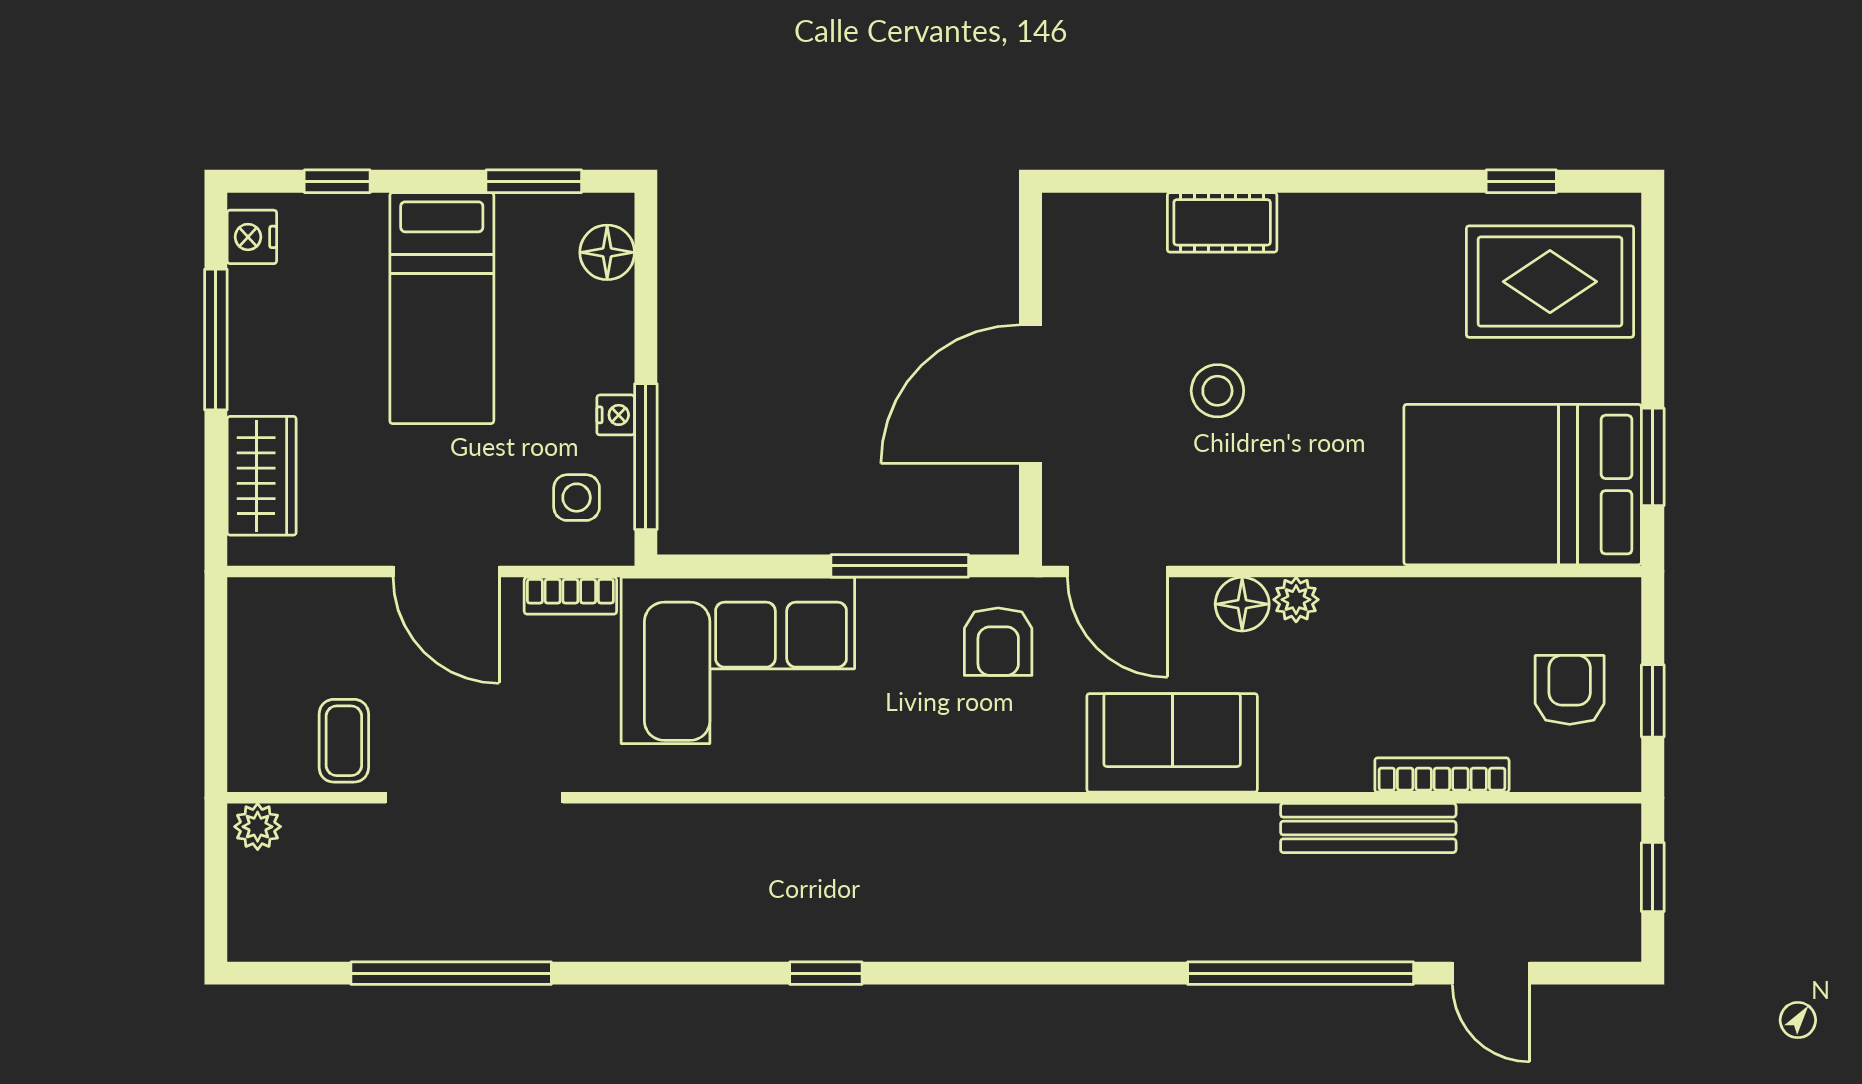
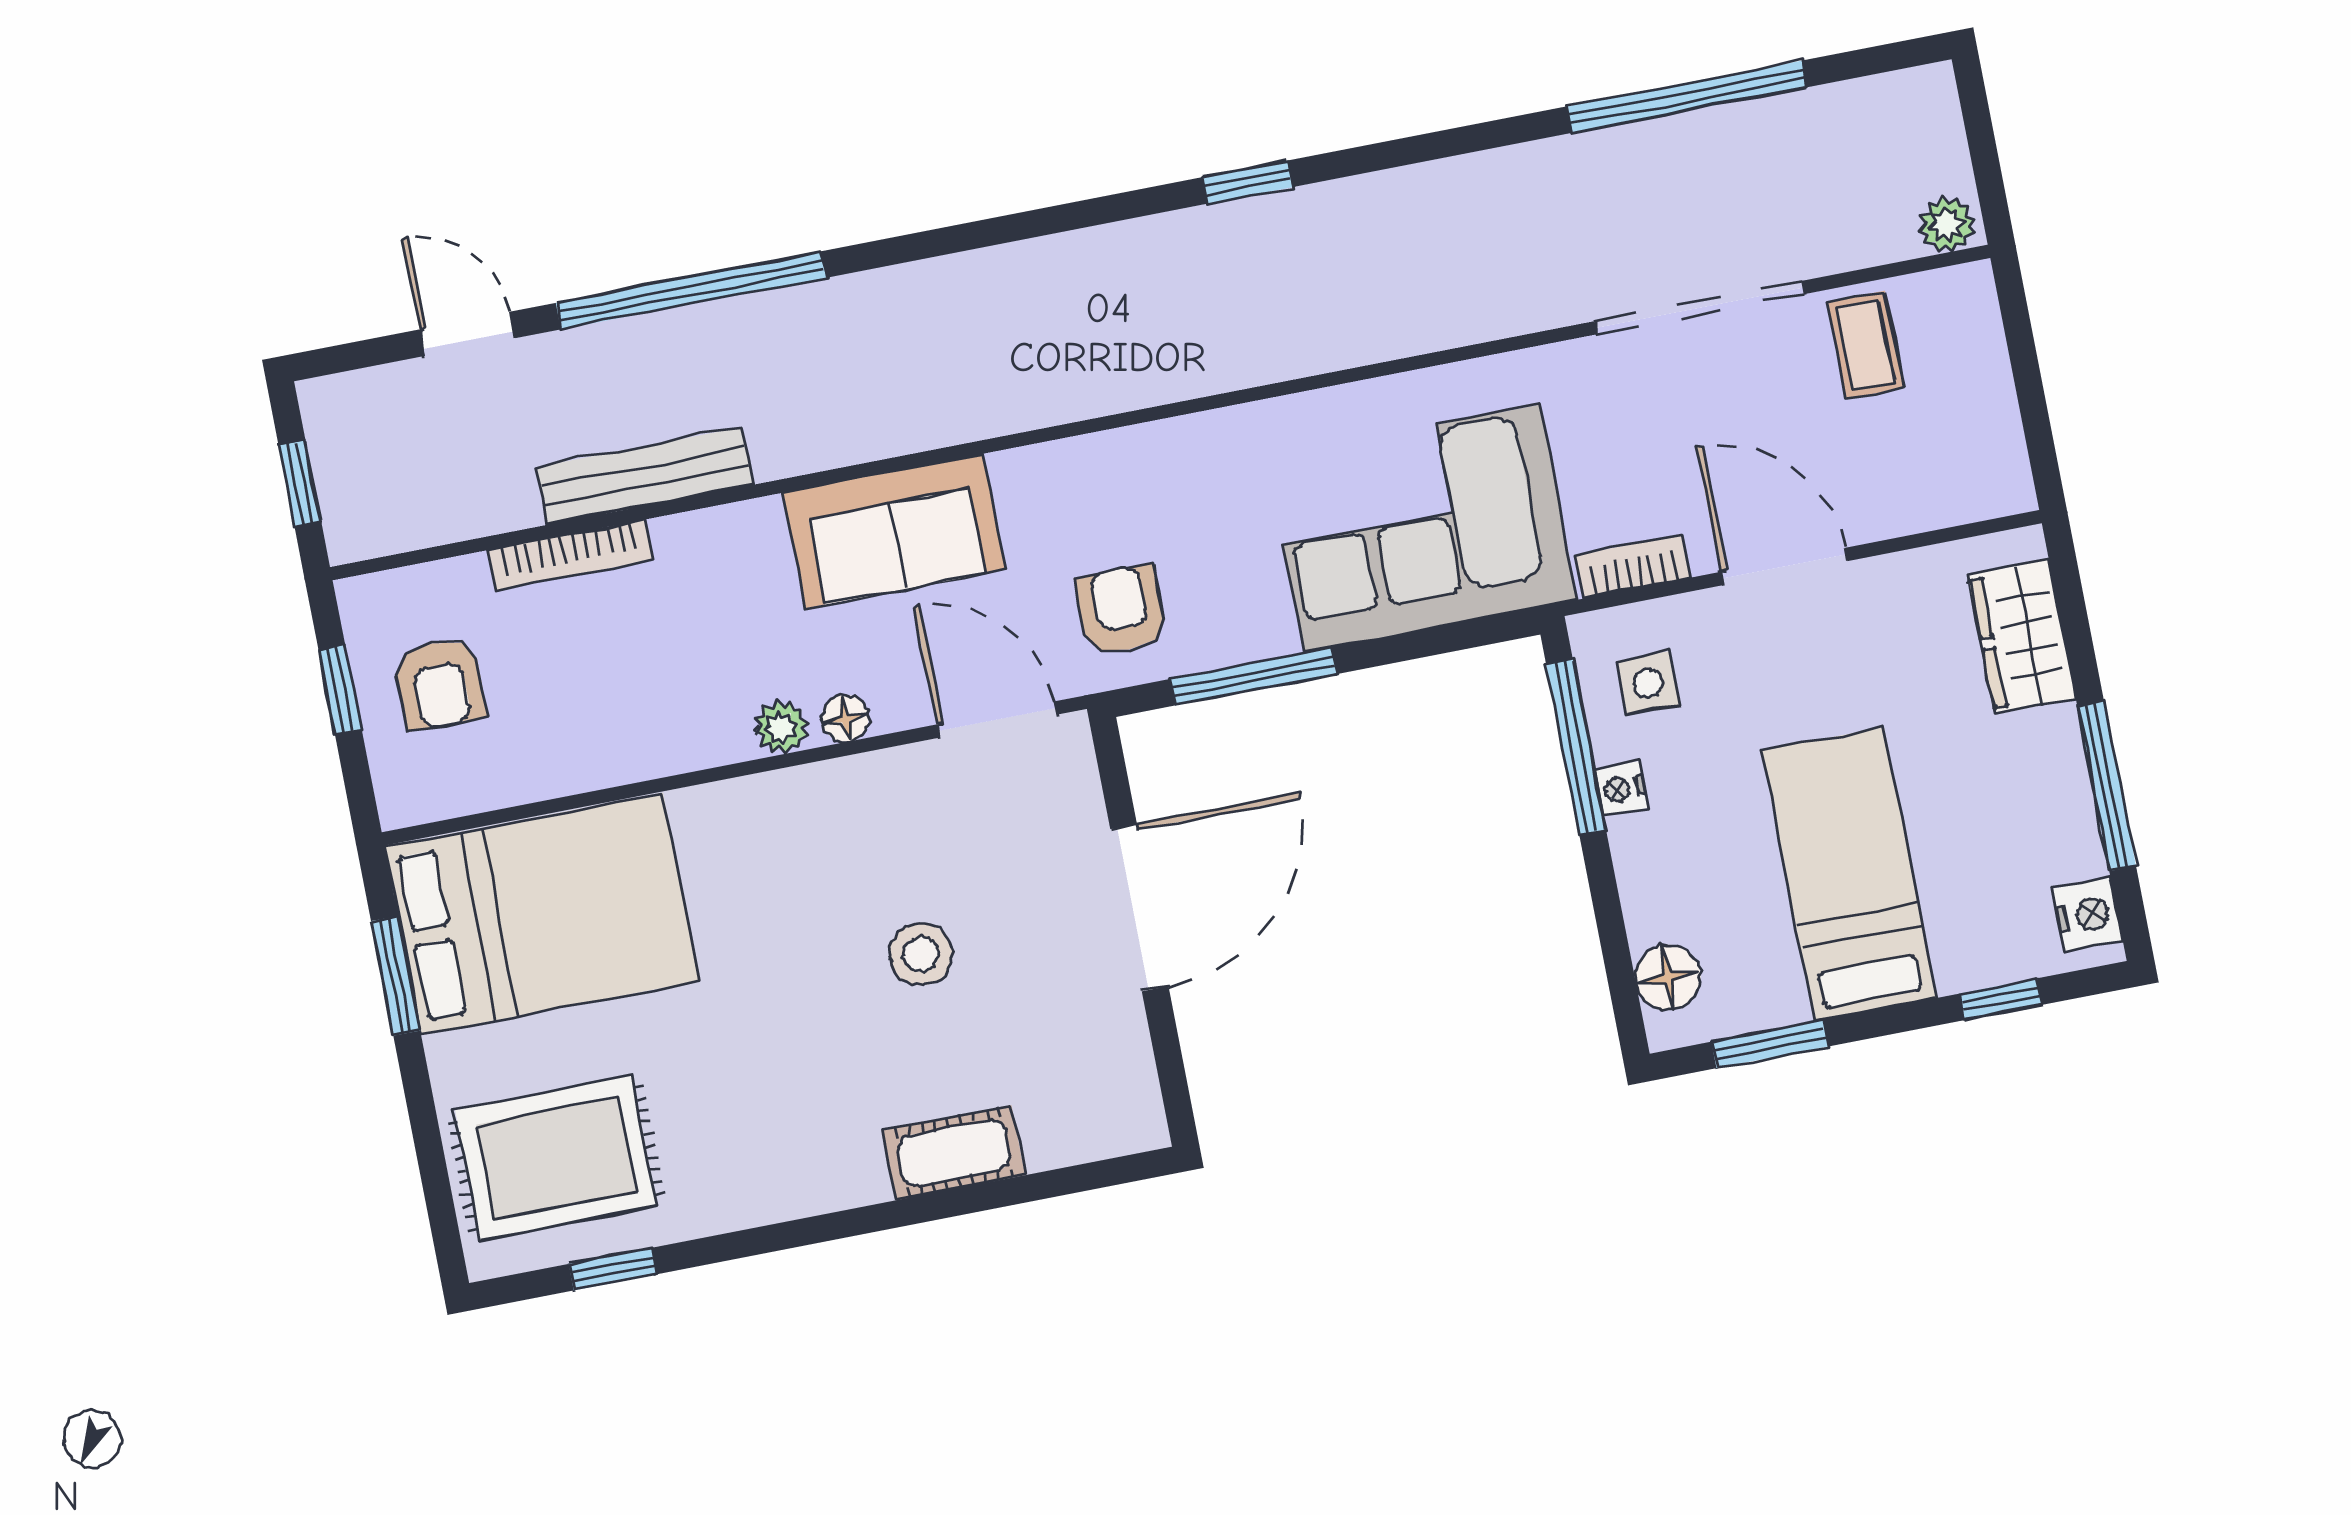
floor lamp: (1242, 604) -> (845, 718), width x0.73, depth x0.73

